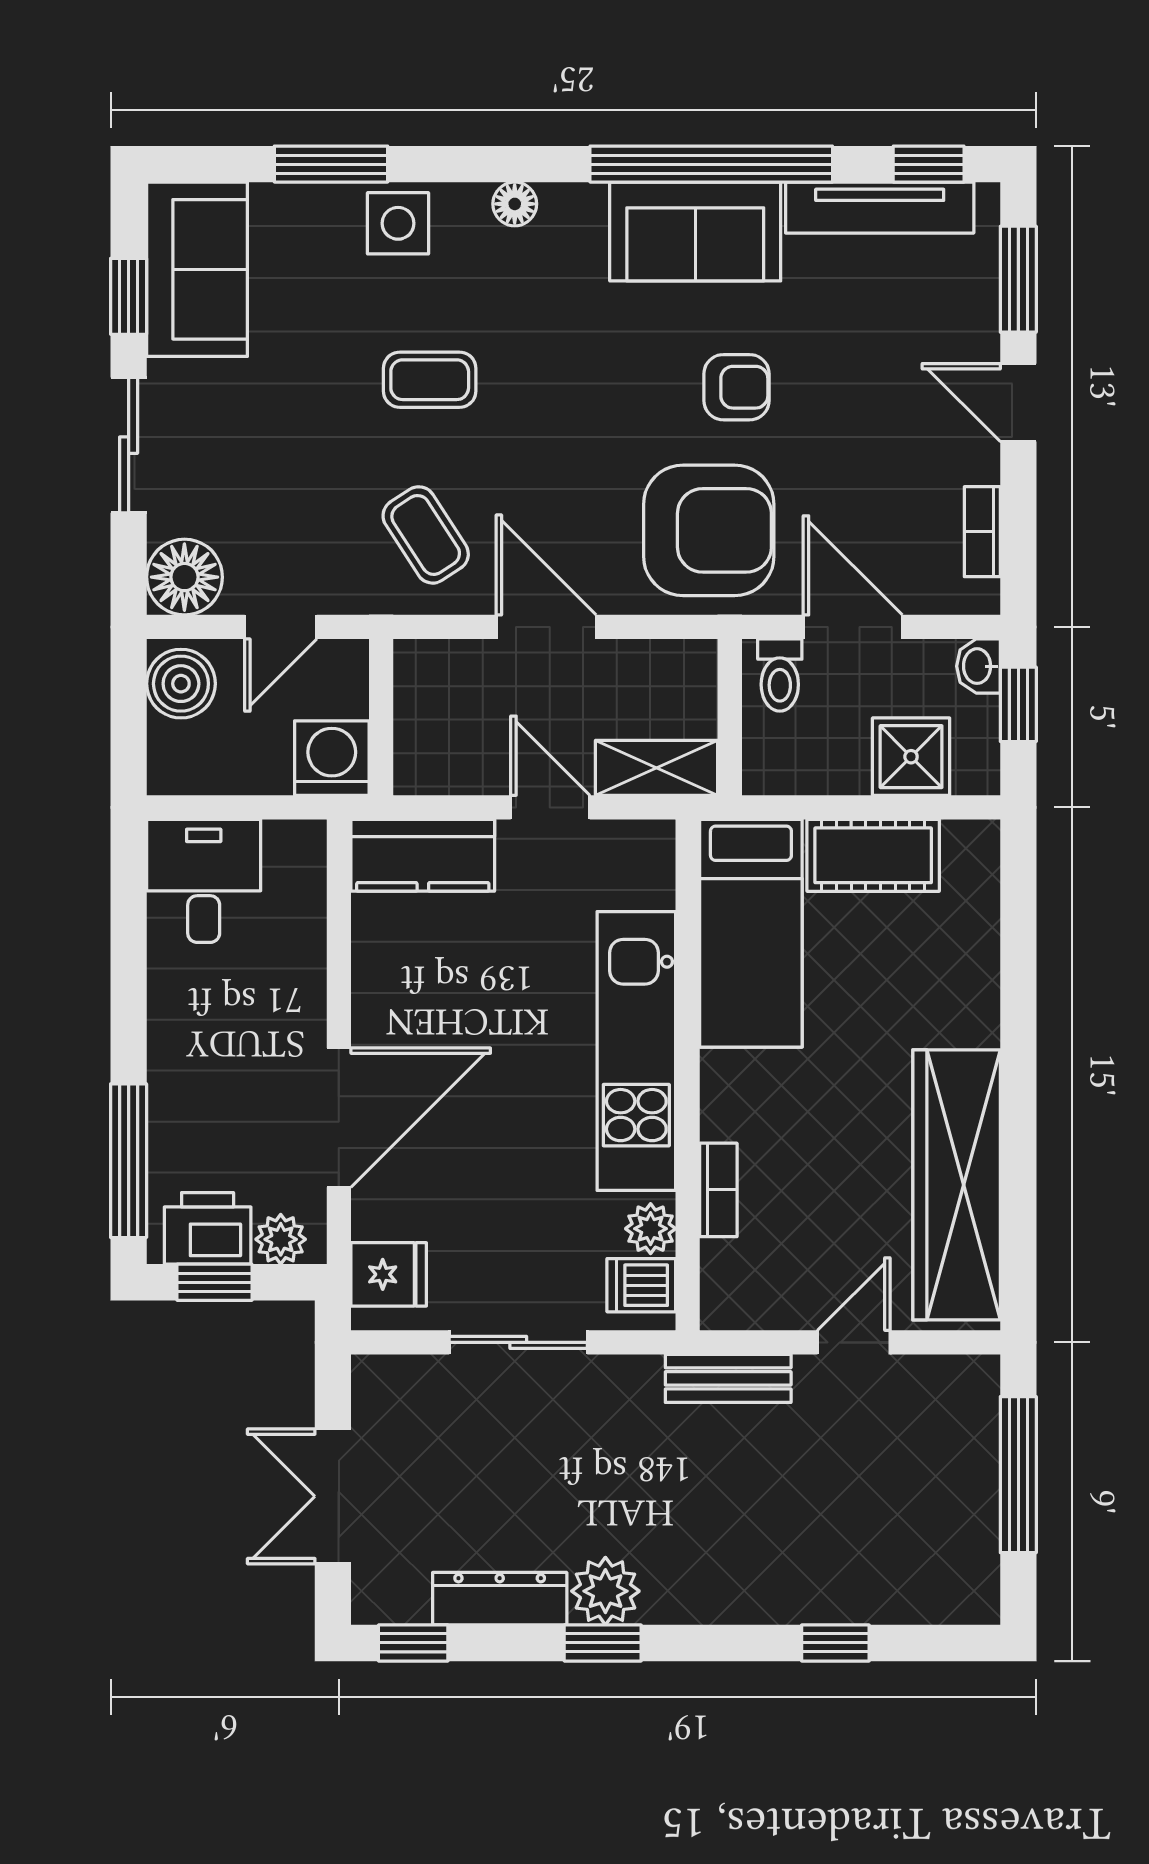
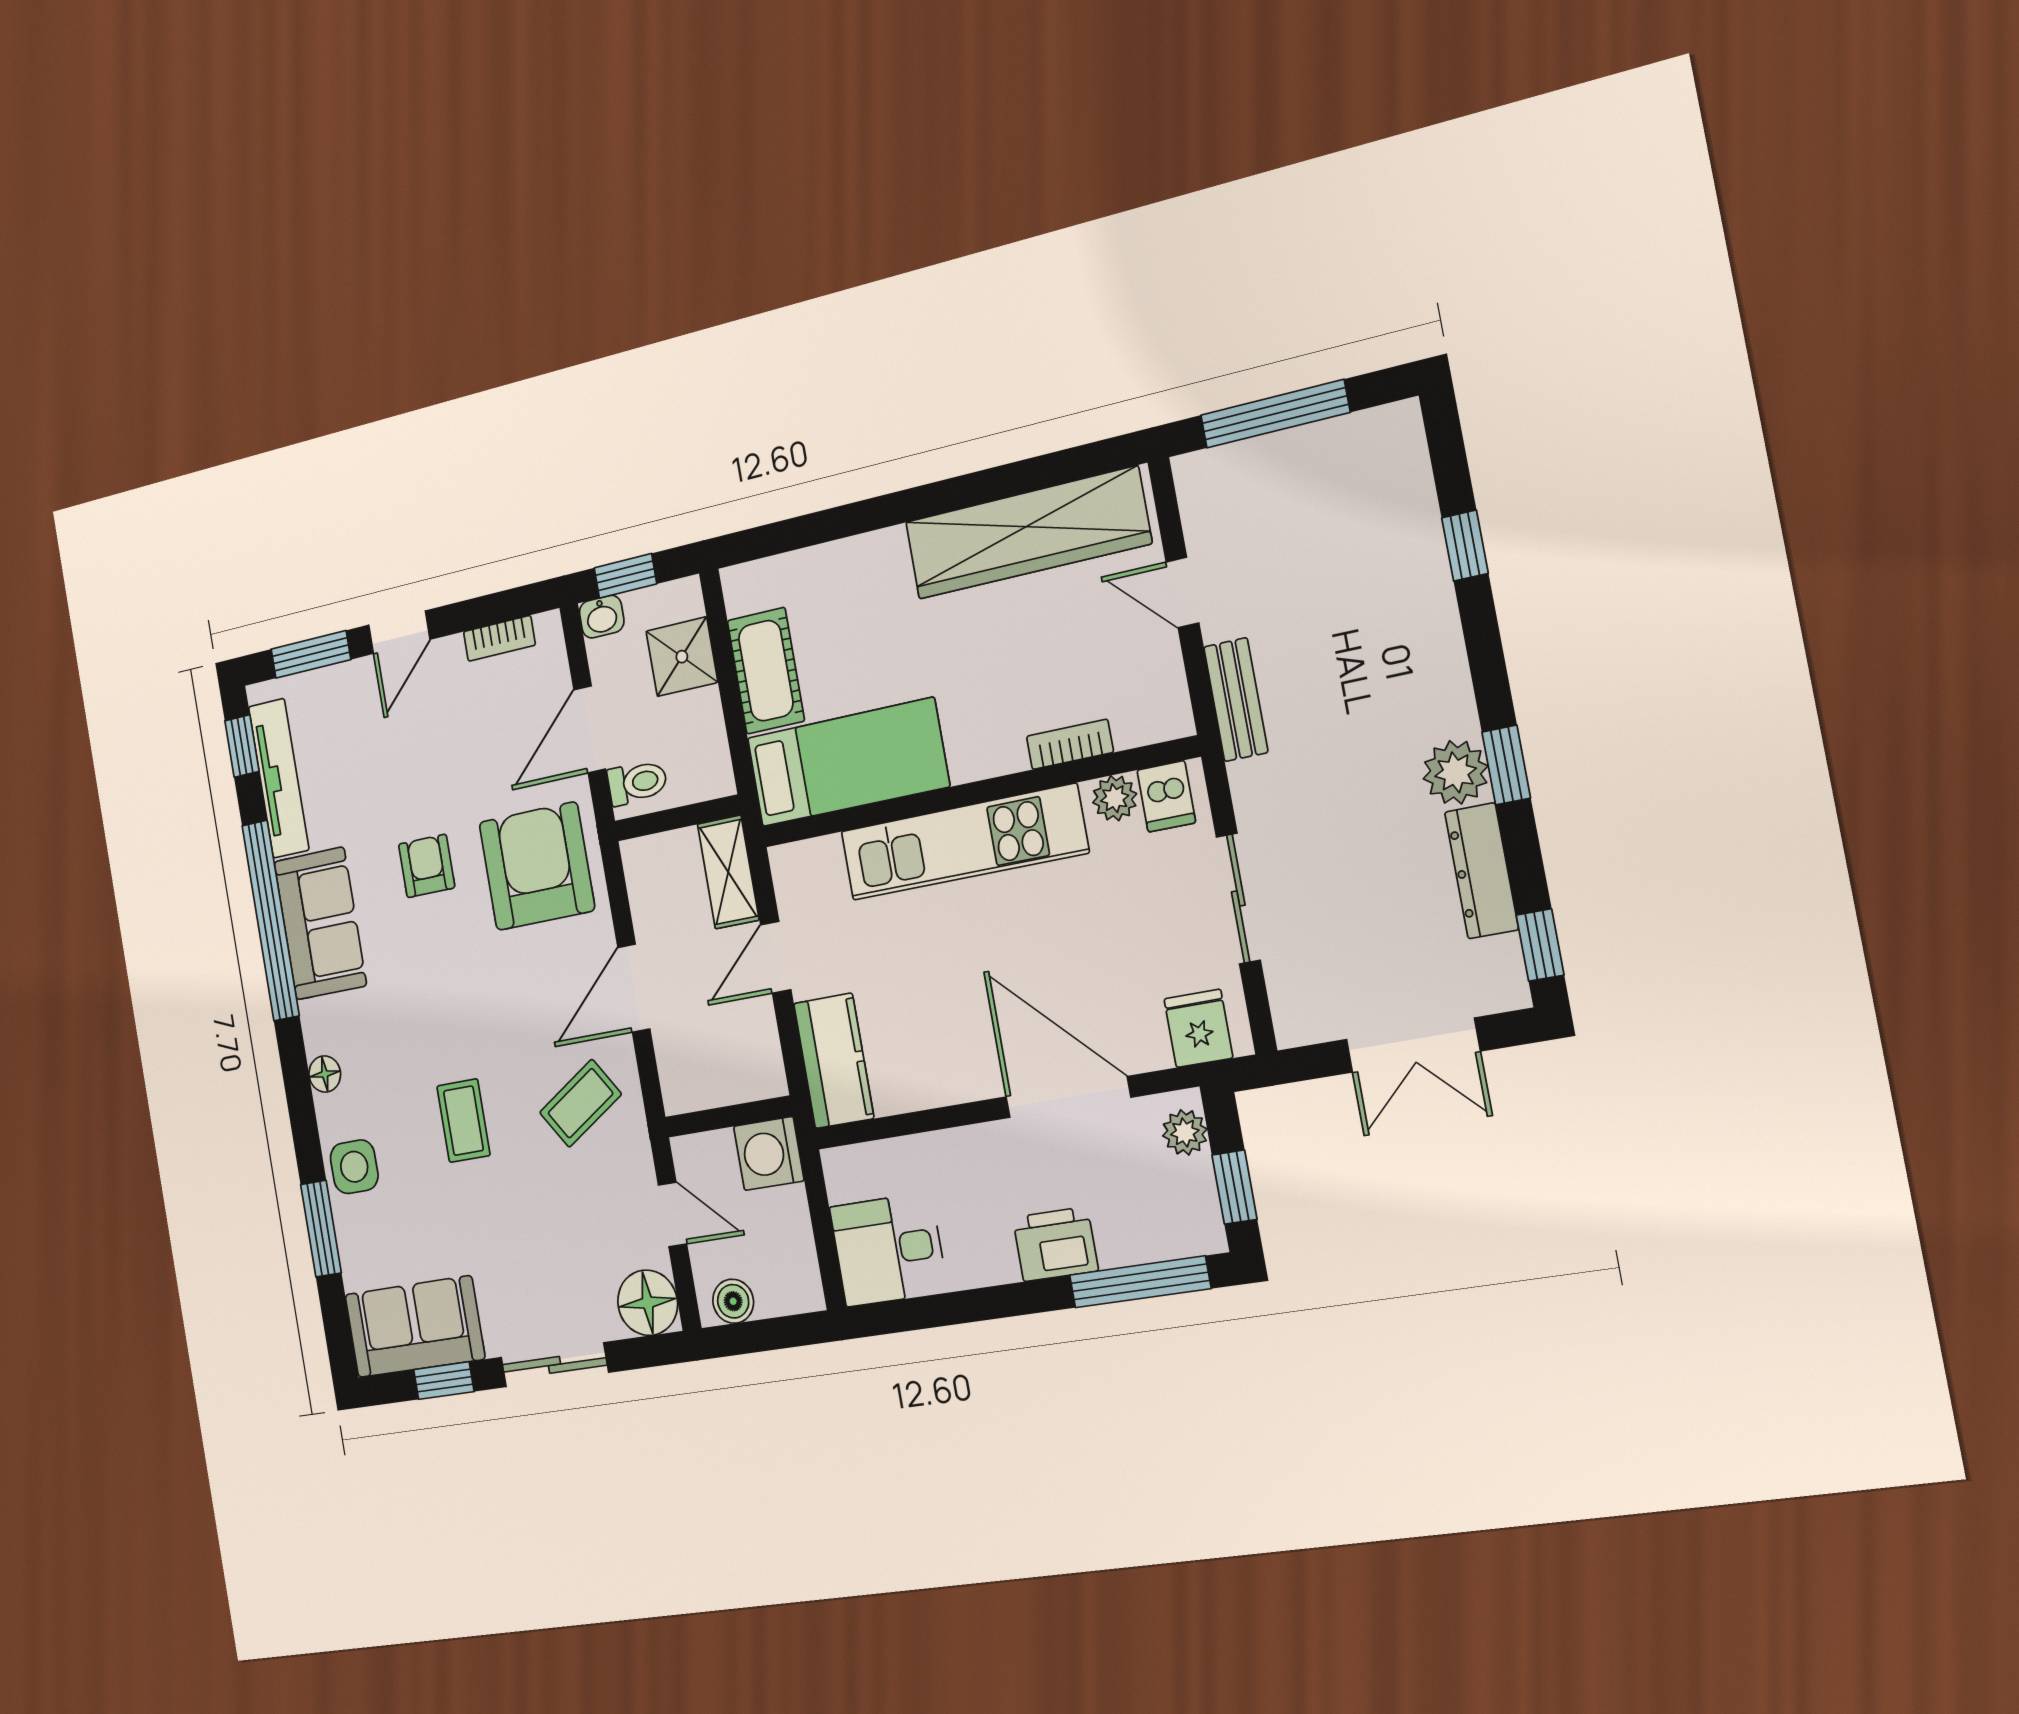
boiler: (181, 684) -> (733, 1301), width x0.73, depth x0.73
printer: (208, 1228) -> (1055, 1244), moved, turned 90

